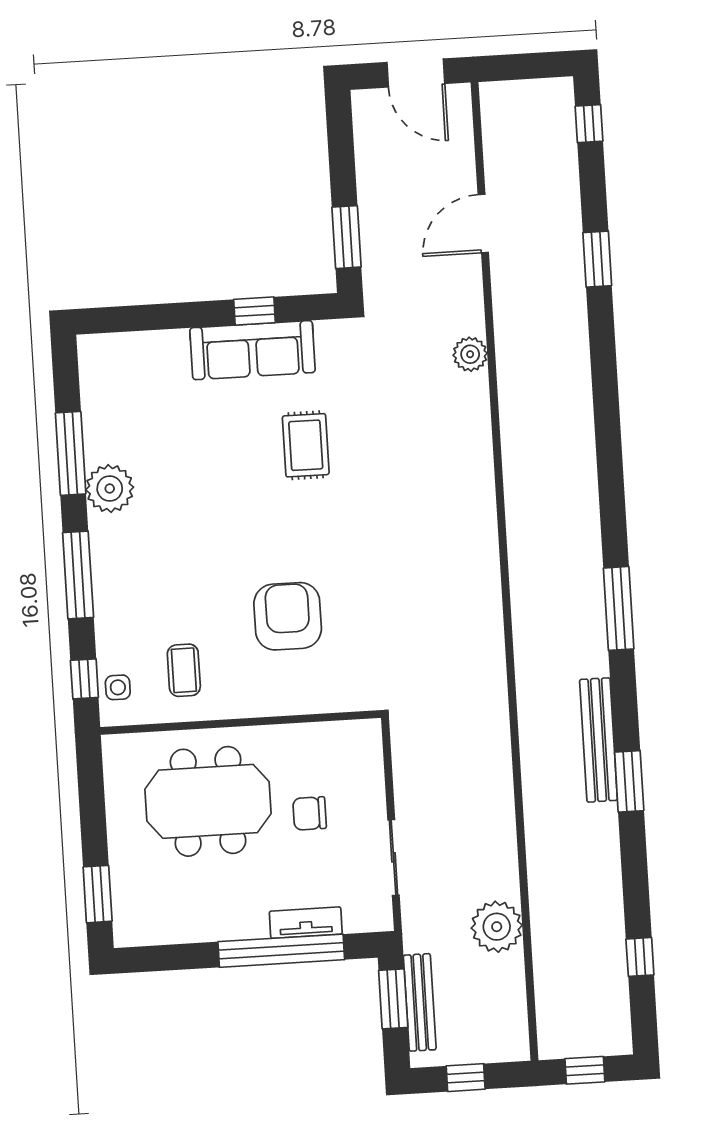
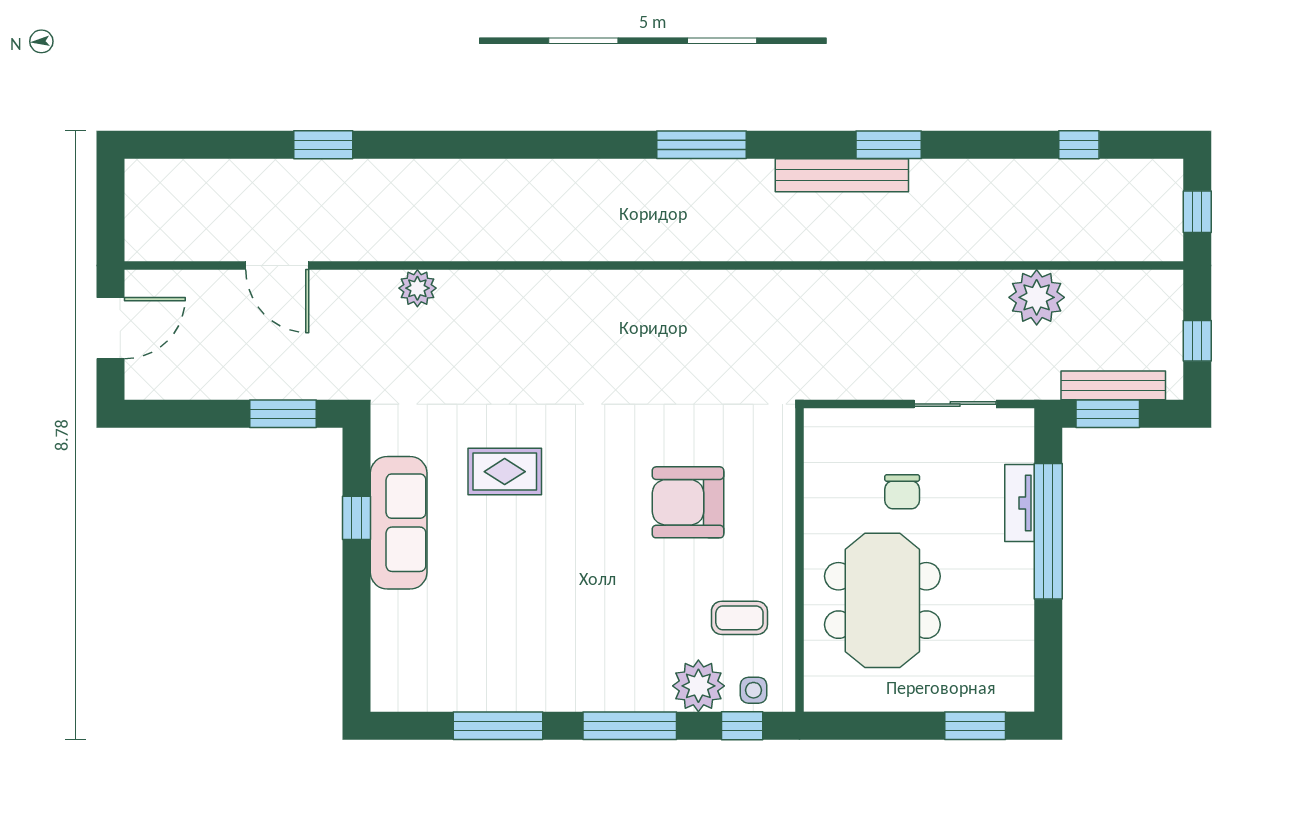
window: (589, 124) -> (177, 145), removed
plant: (110, 489) -> (698, 686), moved

